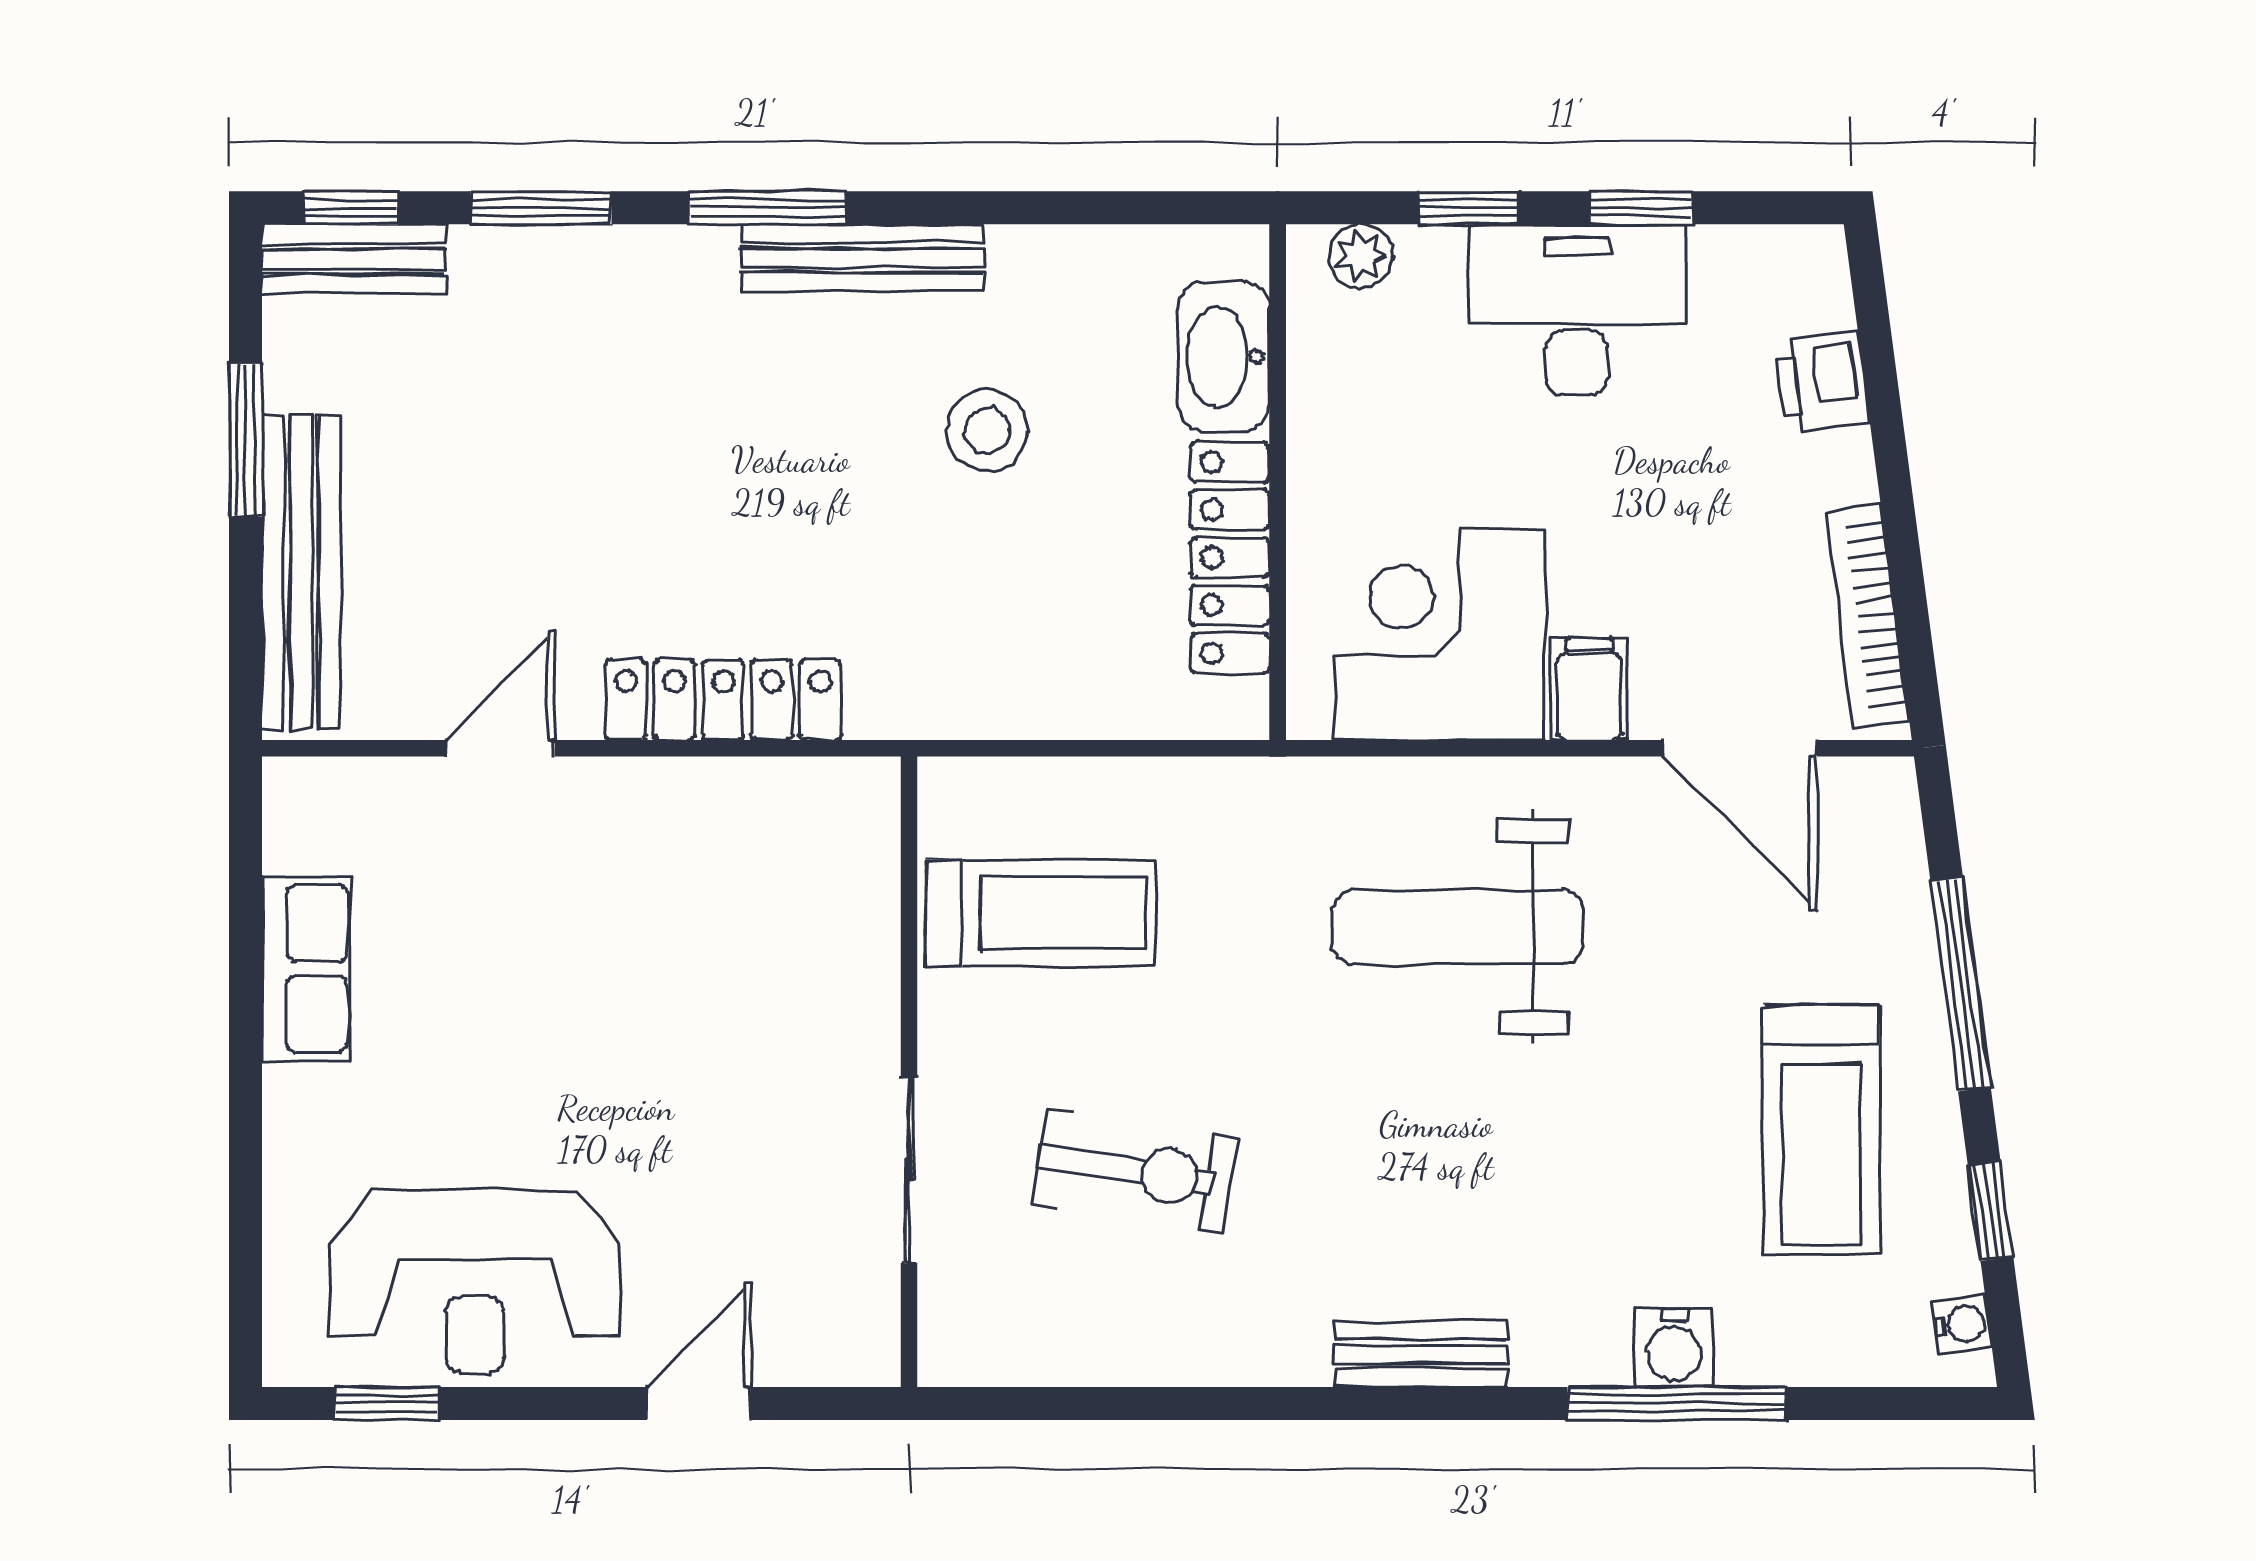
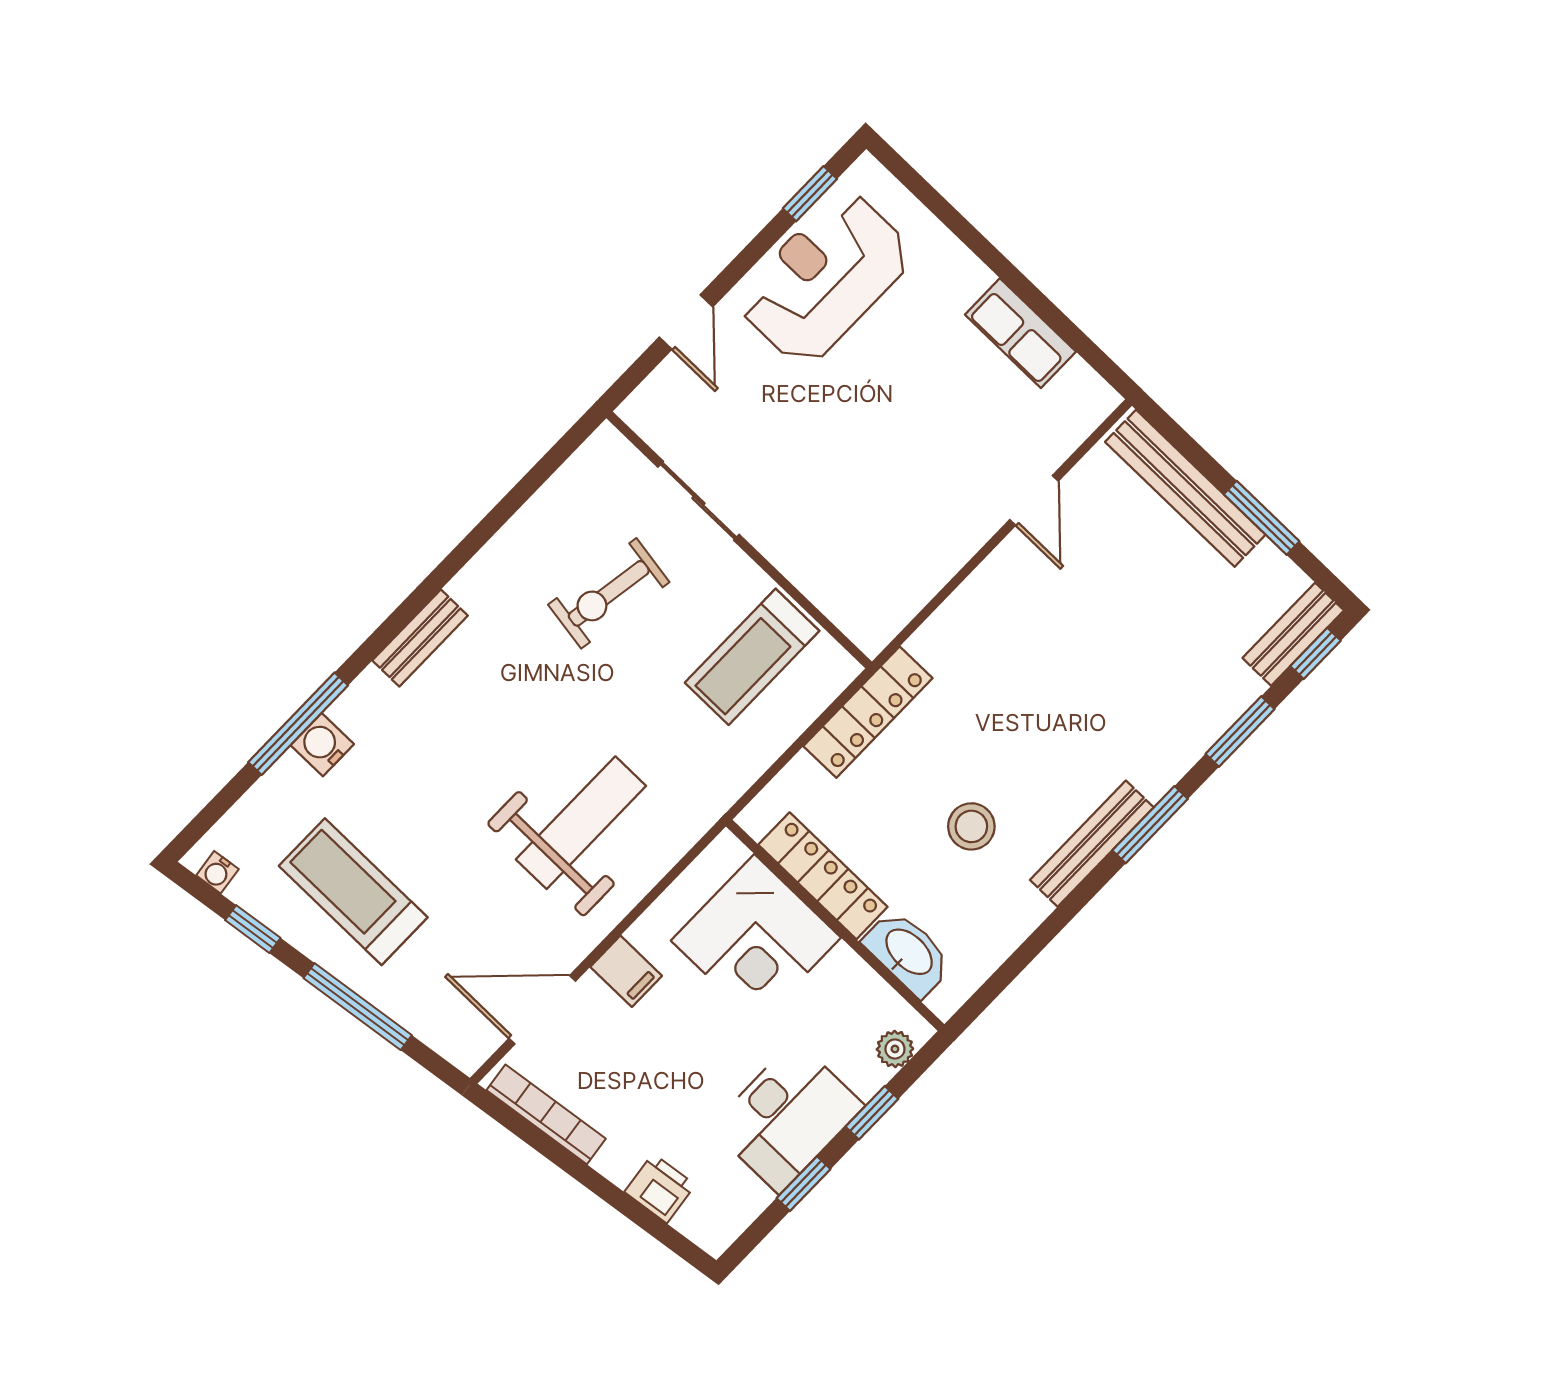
corner desk: (1440, 635) -> (756, 939), moved, turned 90
locker: (723, 700) -> (868, 712), moved

